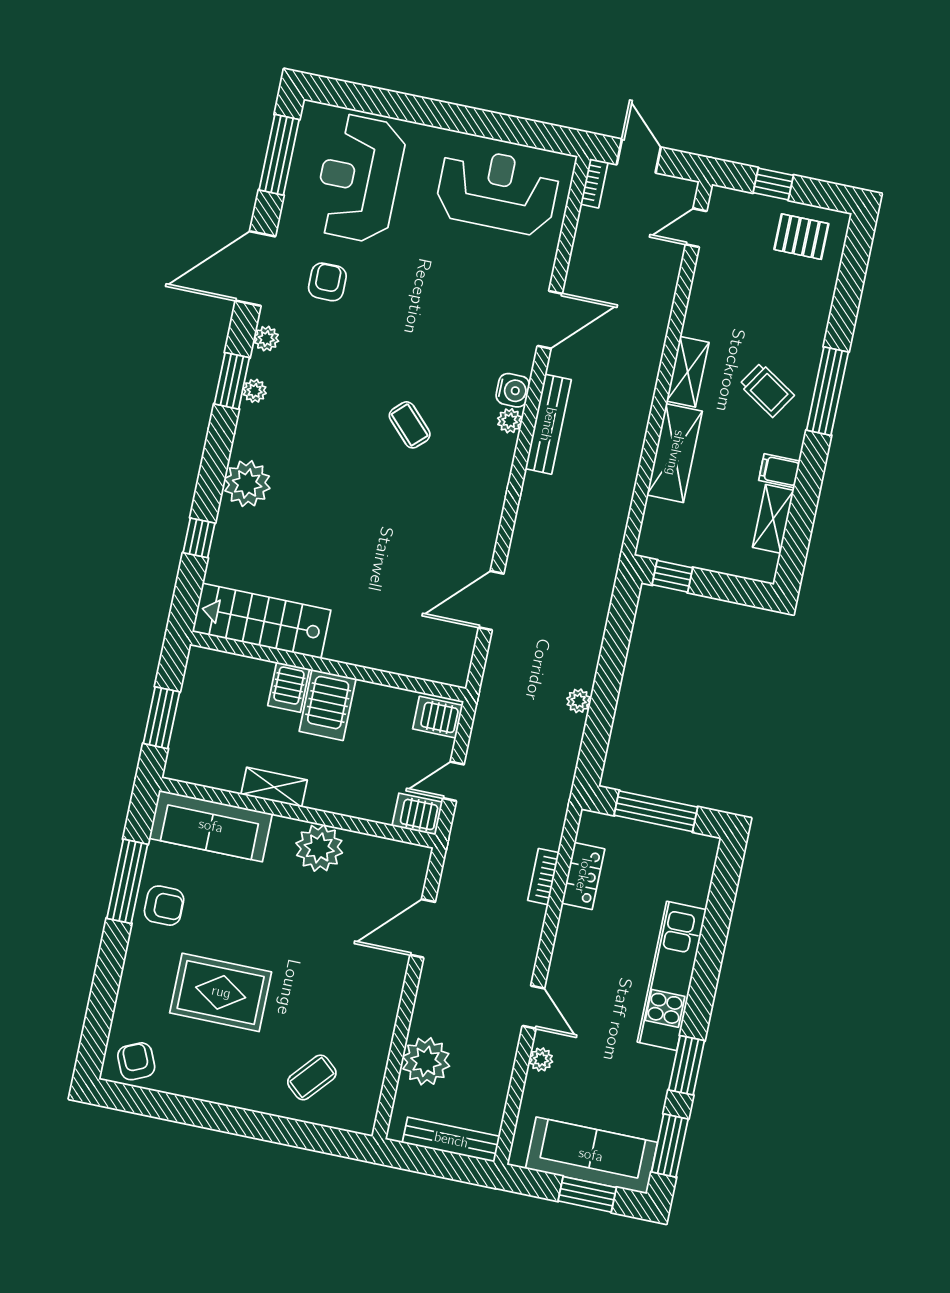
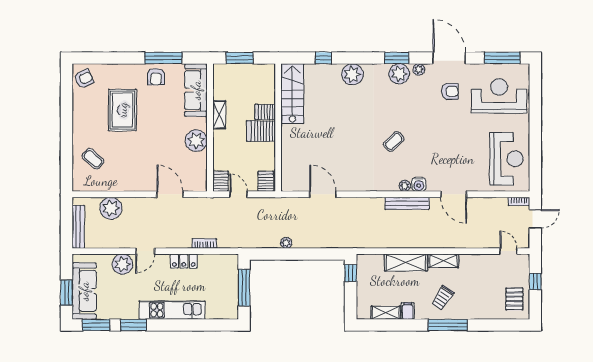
plant: (255, 391) -> (399, 74), width x1.87, depth x1.87
locker: (583, 876) -> (184, 261), moved
plant: (541, 1059) -> (122, 264), width x1.88, depth x1.88

